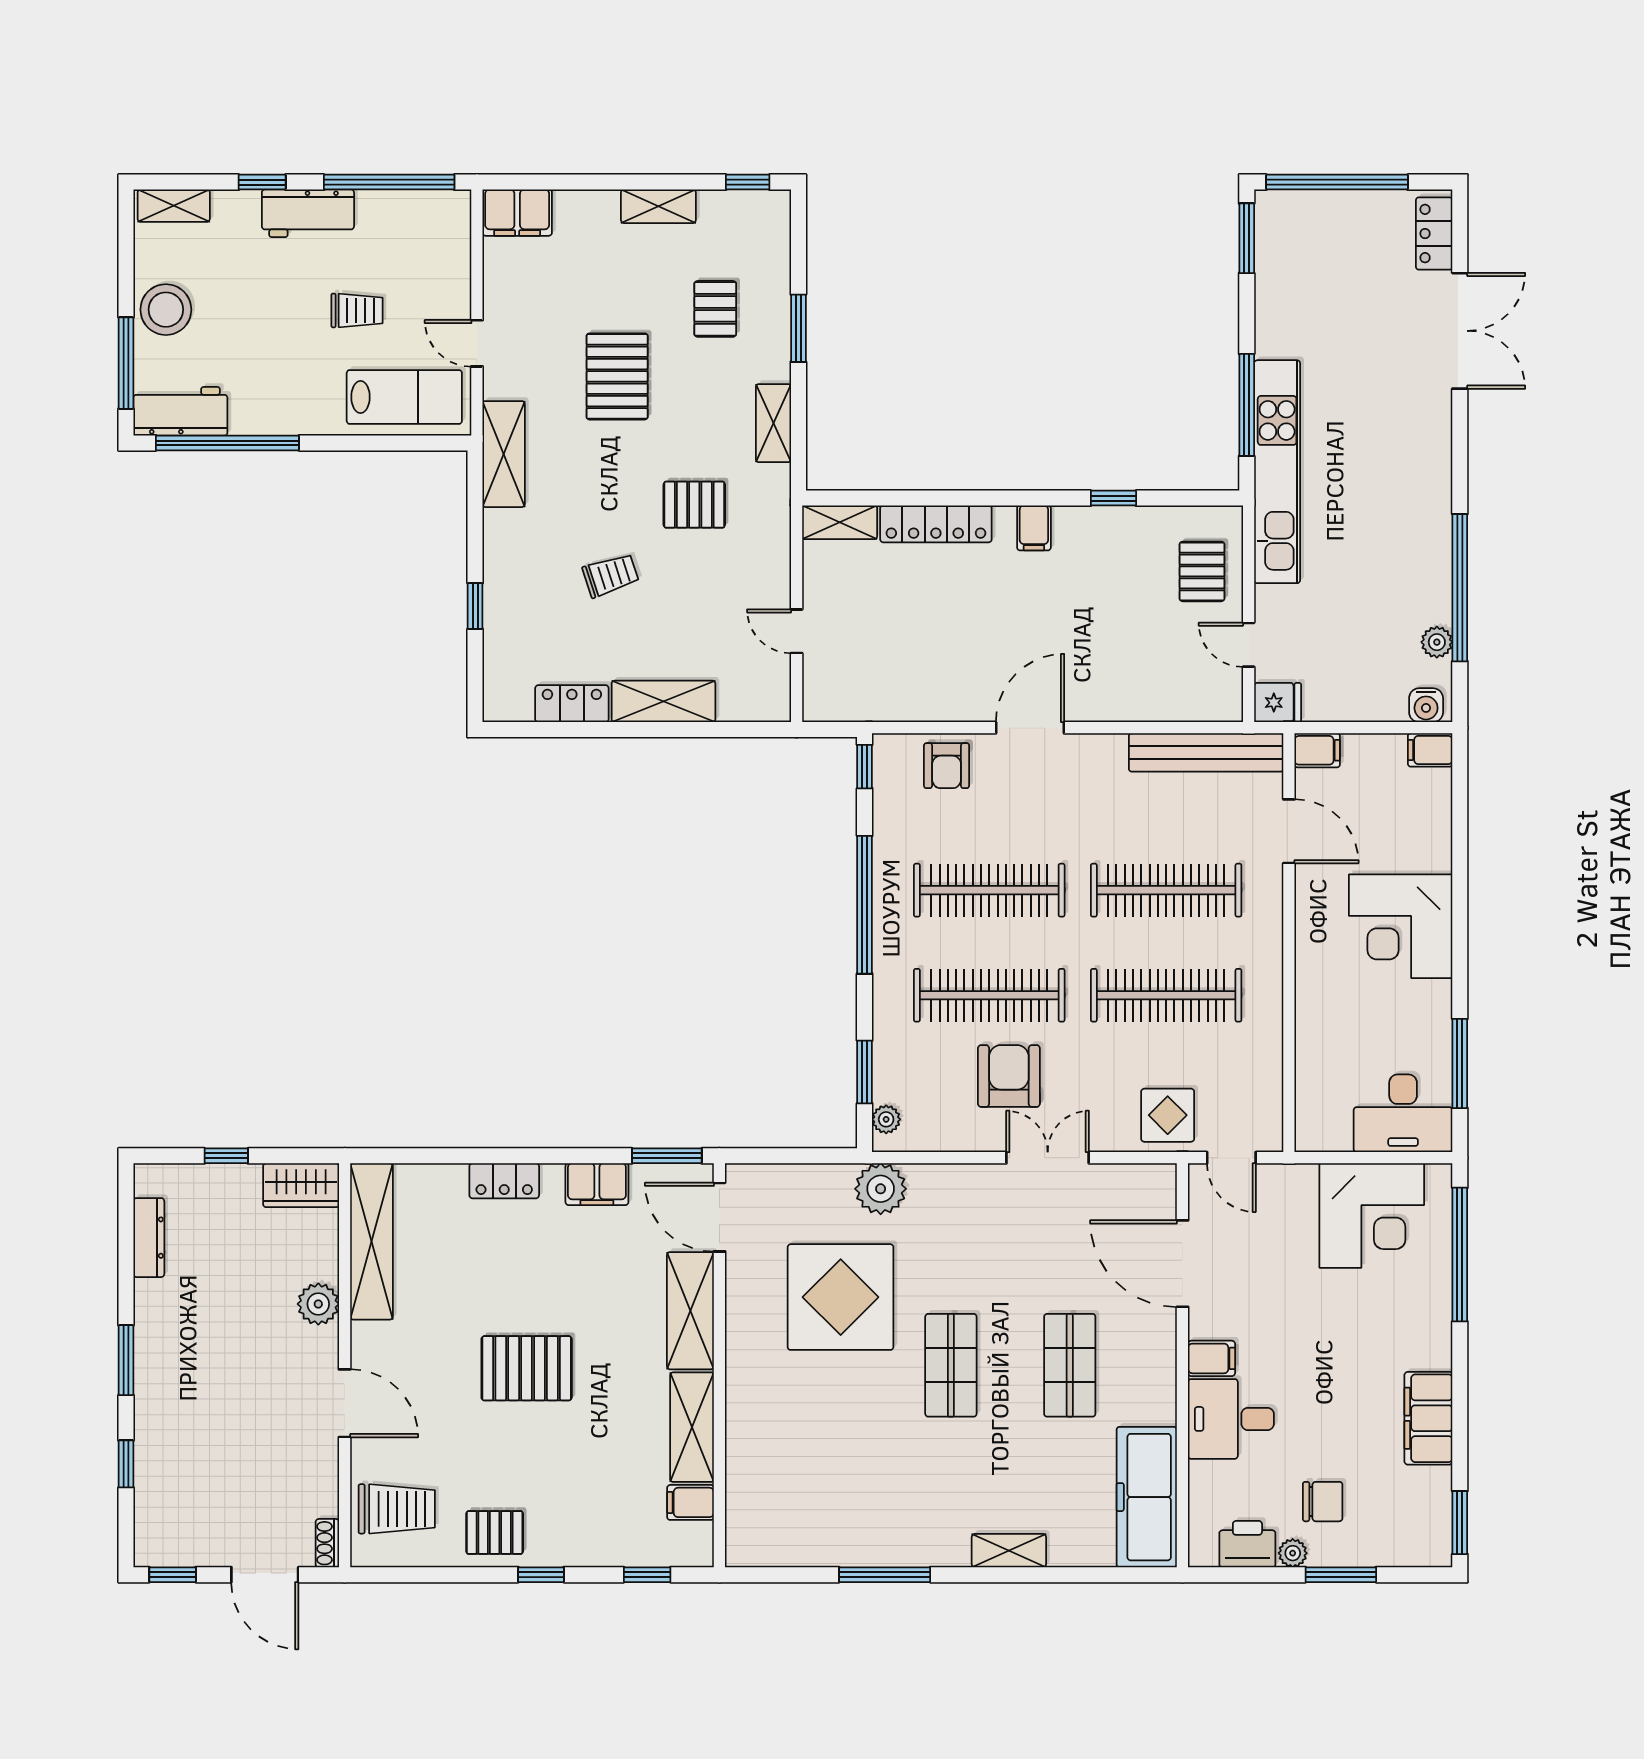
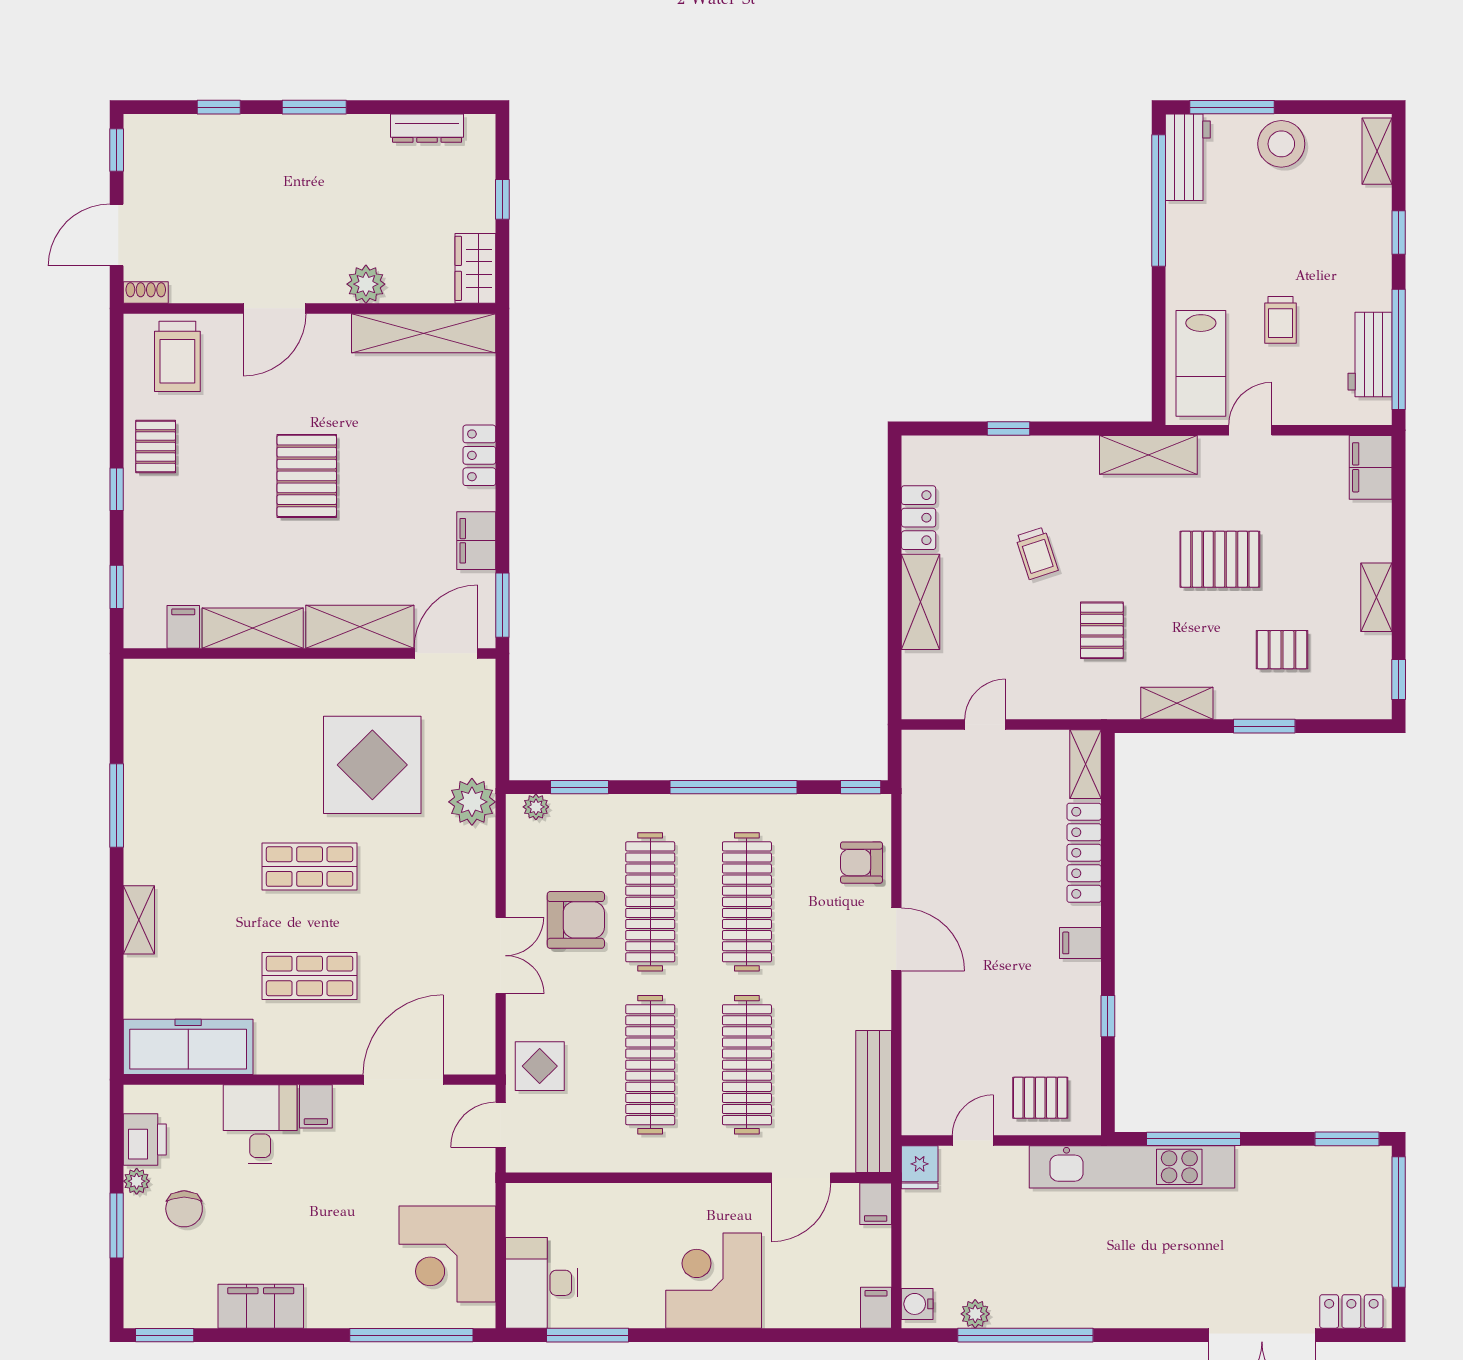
workbench: (308, 213) -> (1370, 354), moved

